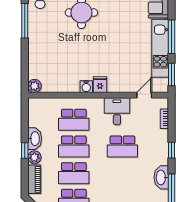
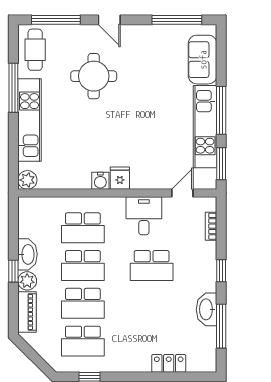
kitchen unit: (36, 44) -> (29, 120), added

